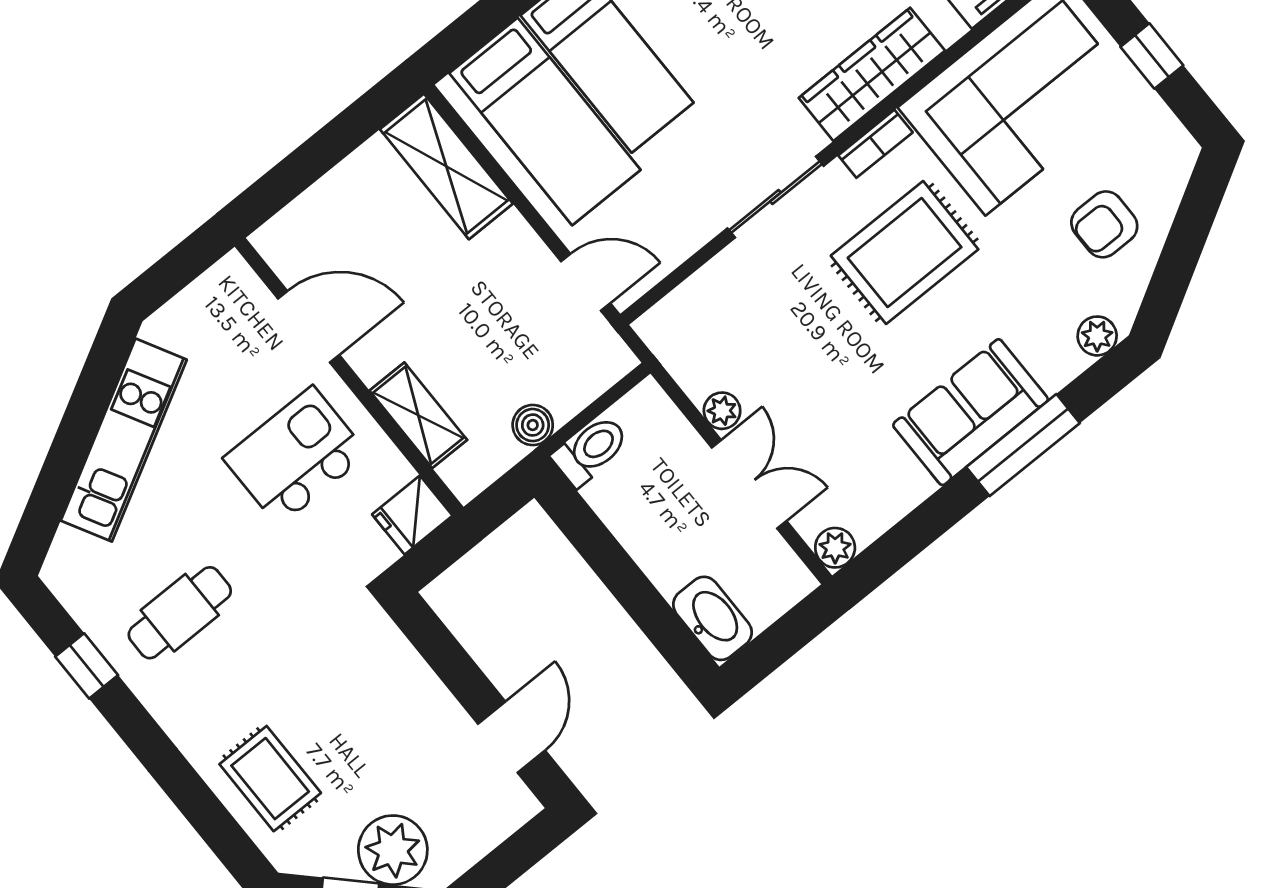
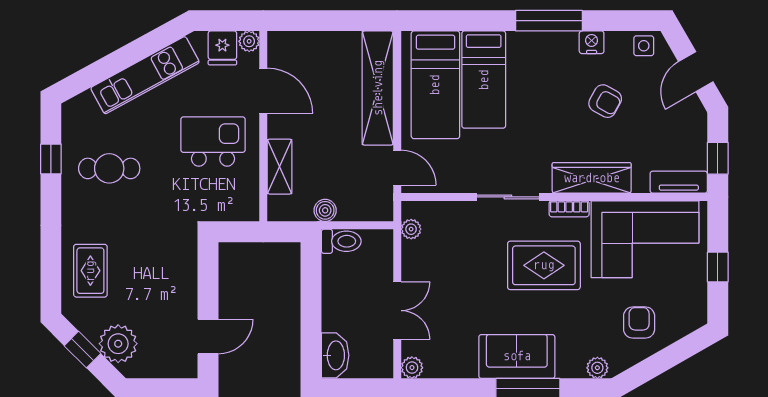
shelving: (446, 166) -> (378, 88), width x1.47
armchair: (1104, 224) -> (639, 323), turned 90
plant: (232, 273) -> (249, 41), added
plant: (722, 411) -> (411, 229), moved
fridge: (412, 515) -> (222, 48), moved, turned -90

